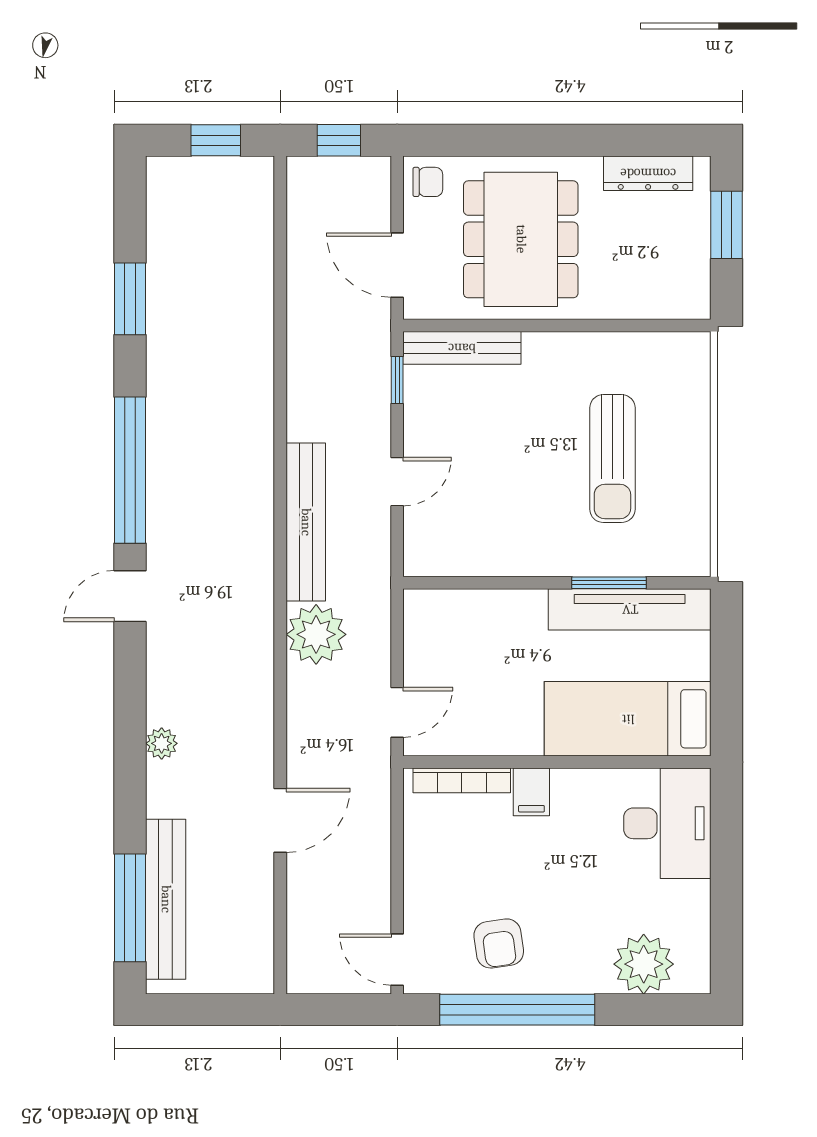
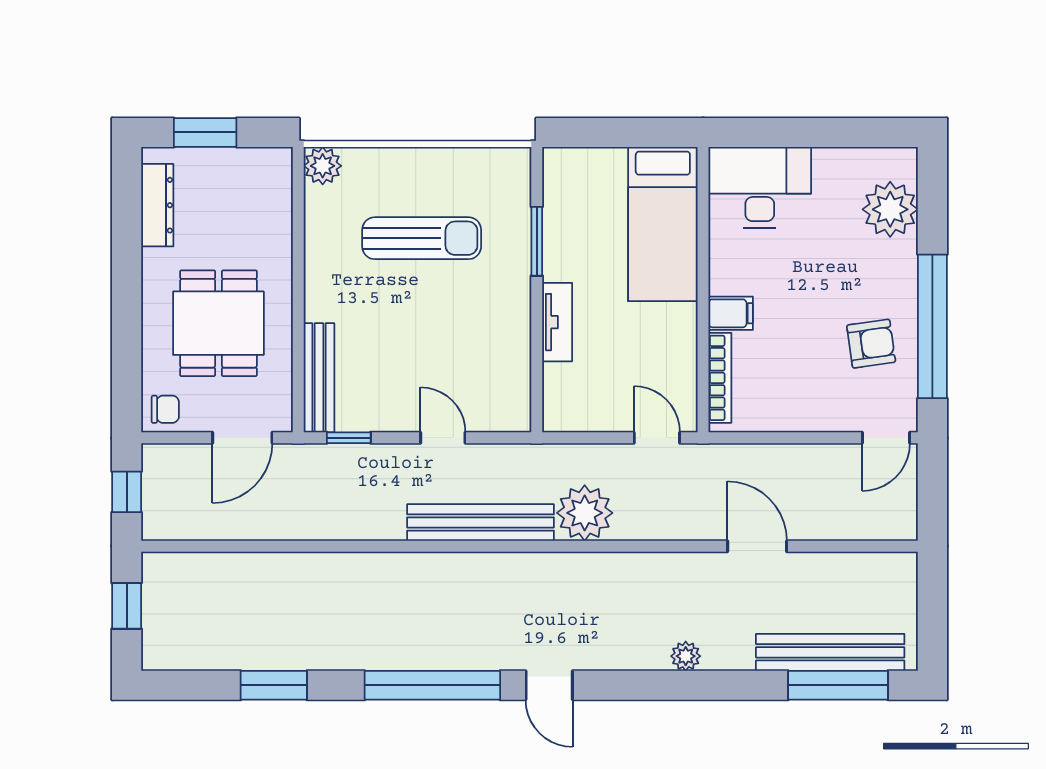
chair: (428, 182) -> (165, 409), turned 90
dining table: (521, 239) -> (218, 323), width x0.73
plant: (691, 352) -> (323, 166), added
tv unit: (630, 609) -> (557, 322), moved, width x0.52, depth x0.78

